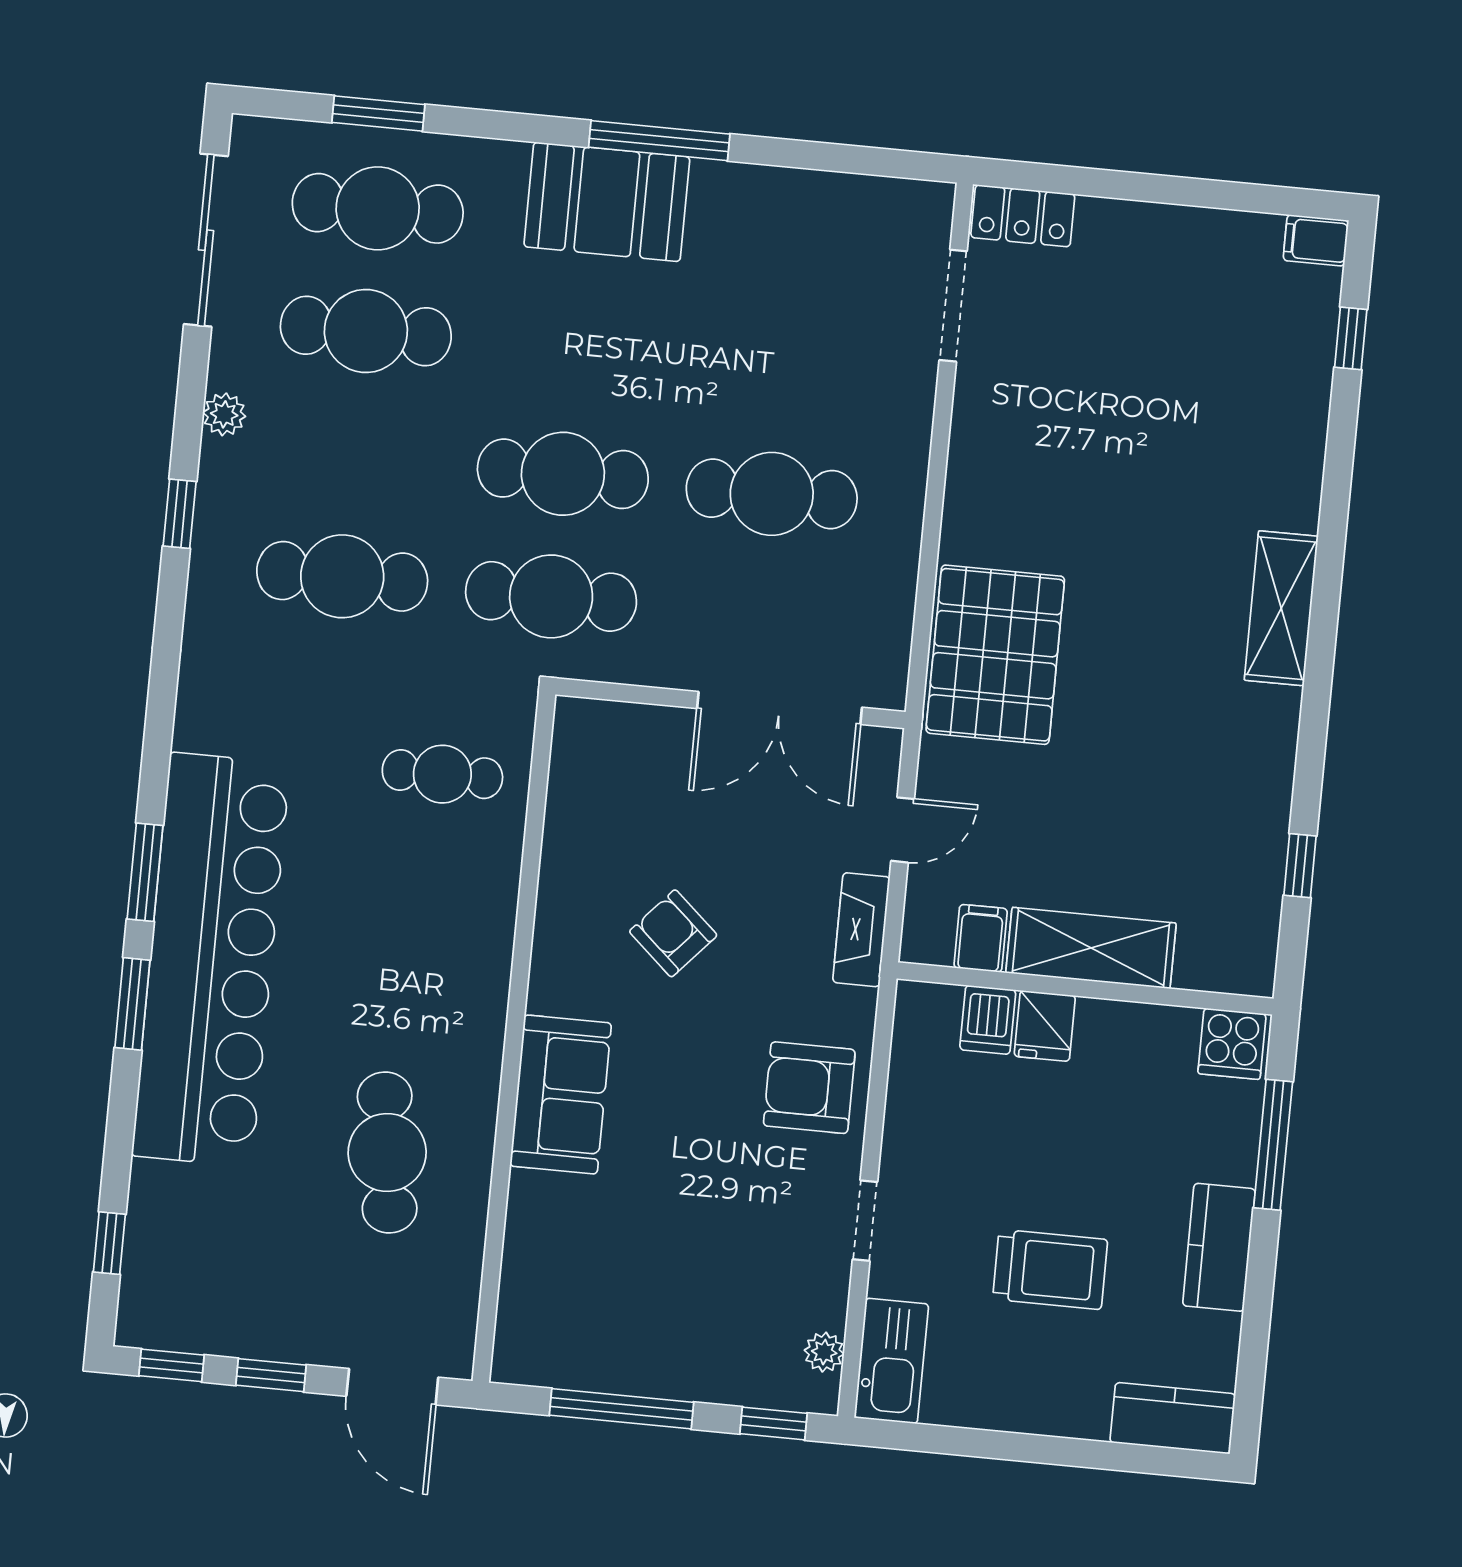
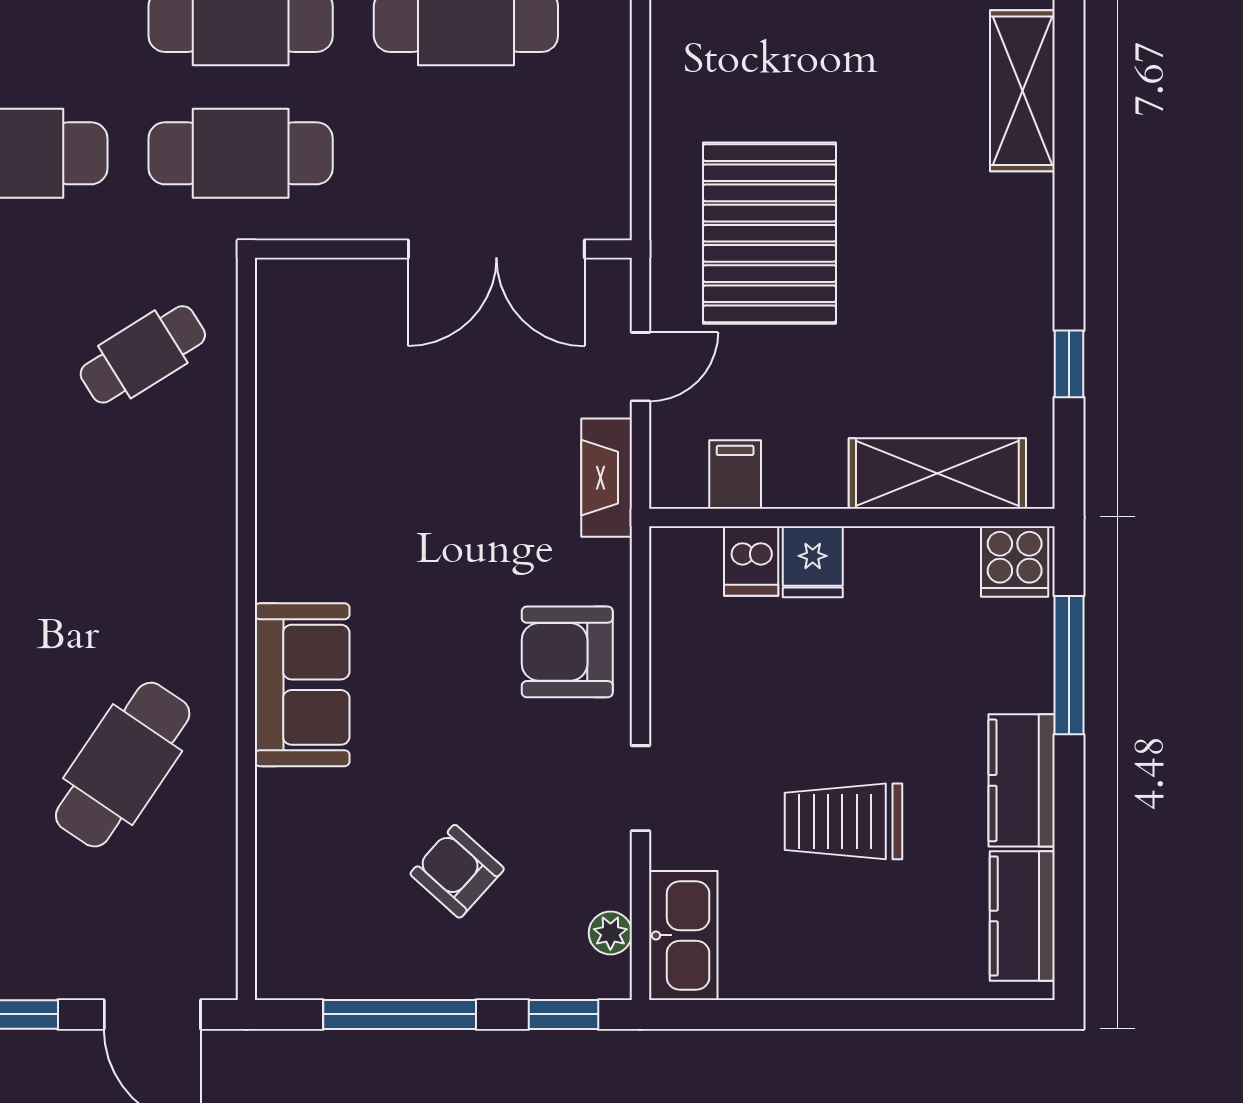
pallet: (995, 655) -> (769, 233), moved
cafe table: (442, 774) -> (143, 354), turned -32
armchair: (673, 933) -> (457, 871), moved
shelving: (1091, 948) -> (937, 473), moved
cafe table: (387, 1152) -> (123, 765), turned 42
trolley: (1050, 1269) -> (843, 821), turned 180
kitchen counter: (1173, 1418) -> (1022, 916), moved, turned -90

